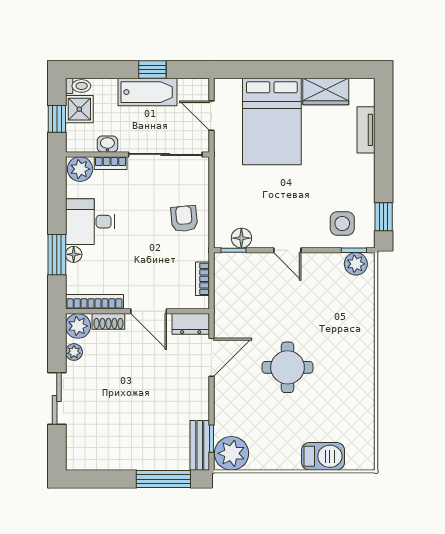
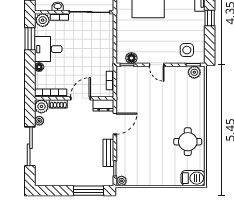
window: (384, 217) -> (210, 18), moved
armchair: (184, 219) -> (100, 47), removed
window: (57, 255) -> (30, 39), moved
door: (149, 311) -> (80, 98), swing flipped
round table: (287, 367) -> (188, 142), moved
sliding door: (57, 398) -> (30, 146), width x1.37
bench: (200, 445) -> (108, 153), moved
plant: (231, 453) -> (122, 181), width x0.53, depth x0.53
barbecue: (323, 456) -> (193, 178), moved

